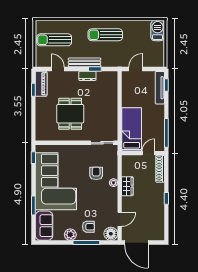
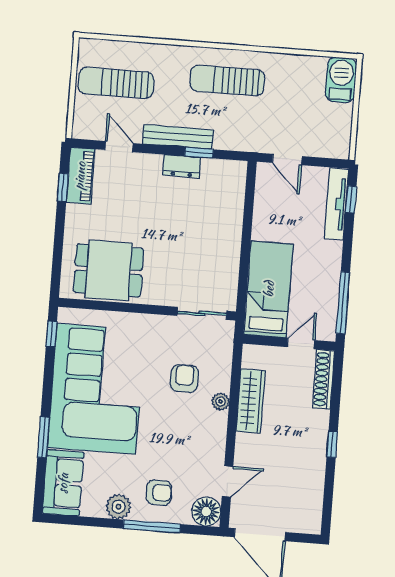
door: (136, 69) -> (287, 160), swing flipped
dining table: (70, 114) -> (109, 270), moved, turned 90
wardrobe: (127, 186) -> (251, 401), width x1.50

